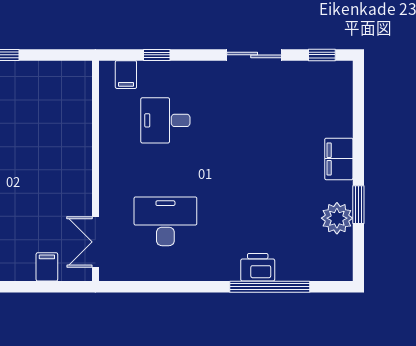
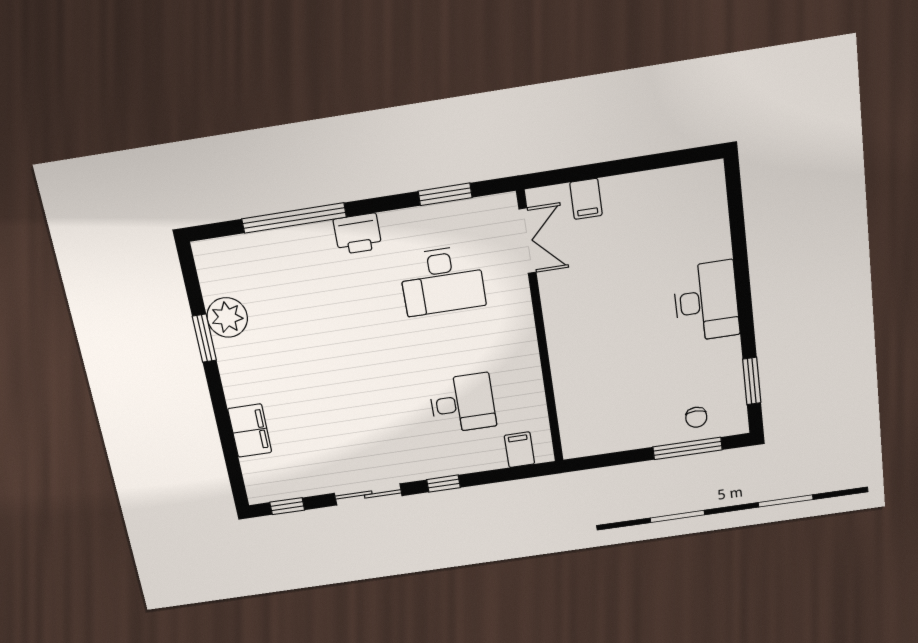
window: (157, 55) -> (443, 484), moved
filing cabinet: (339, 159) -> (250, 431), moved
printer: (258, 267) -> (358, 234), moved
window: (152, 287) -> (445, 194), added

